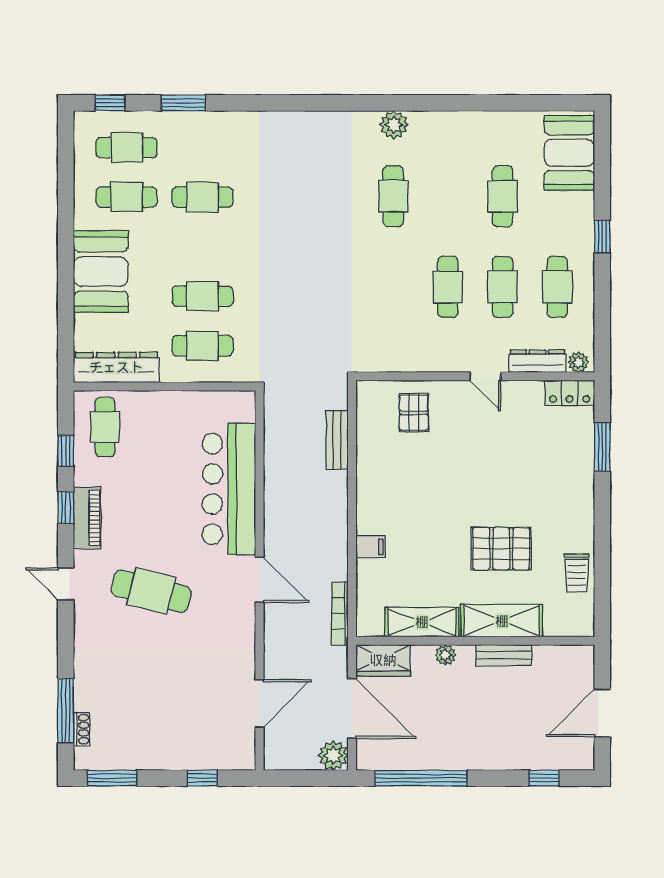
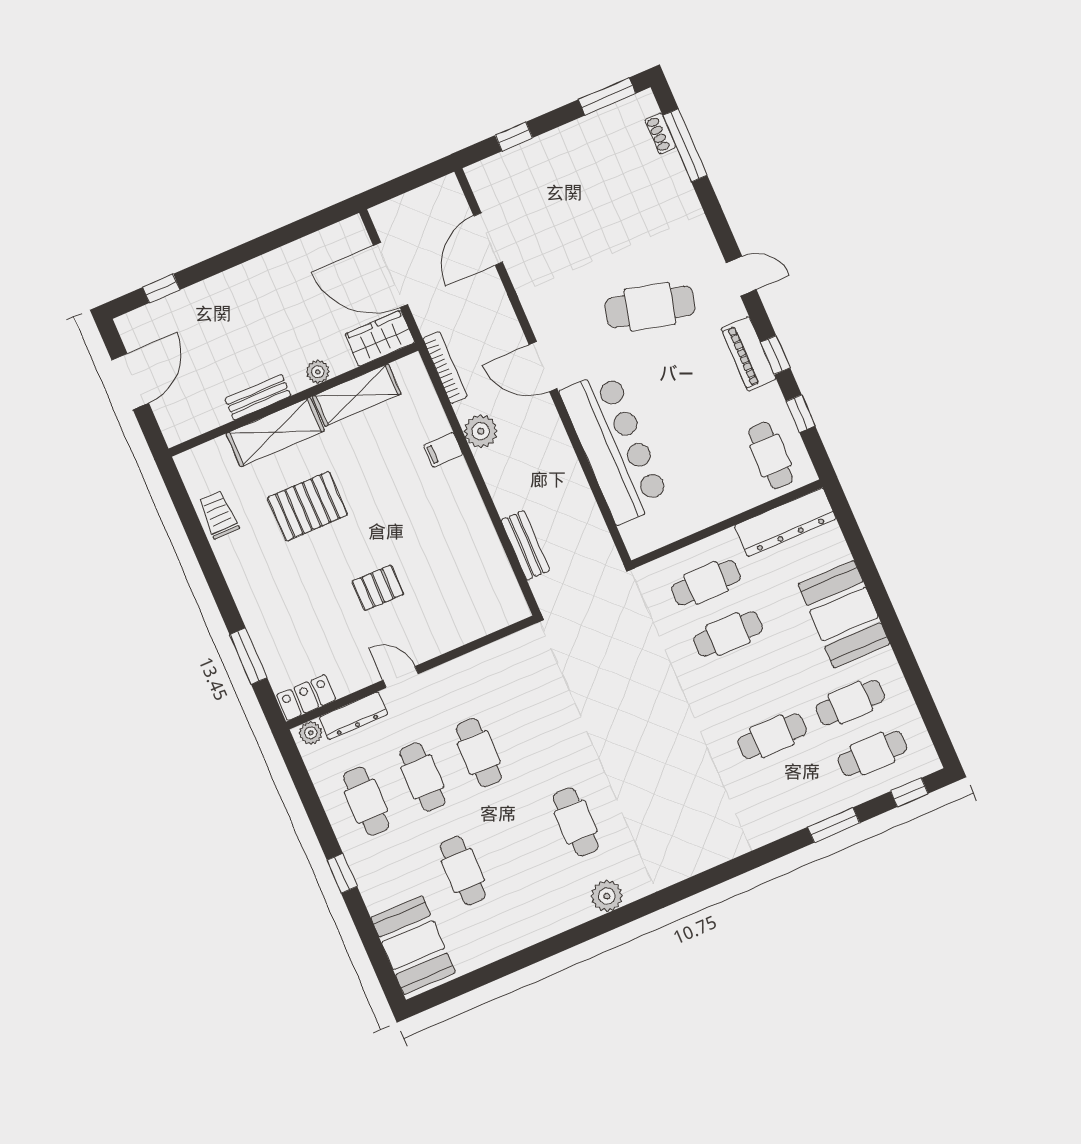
pallet: (414, 413) -> (378, 588), moved, turned 90
plant: (333, 755) -> (481, 431), moved
window: (421, 778) -> (288, 234), removed

